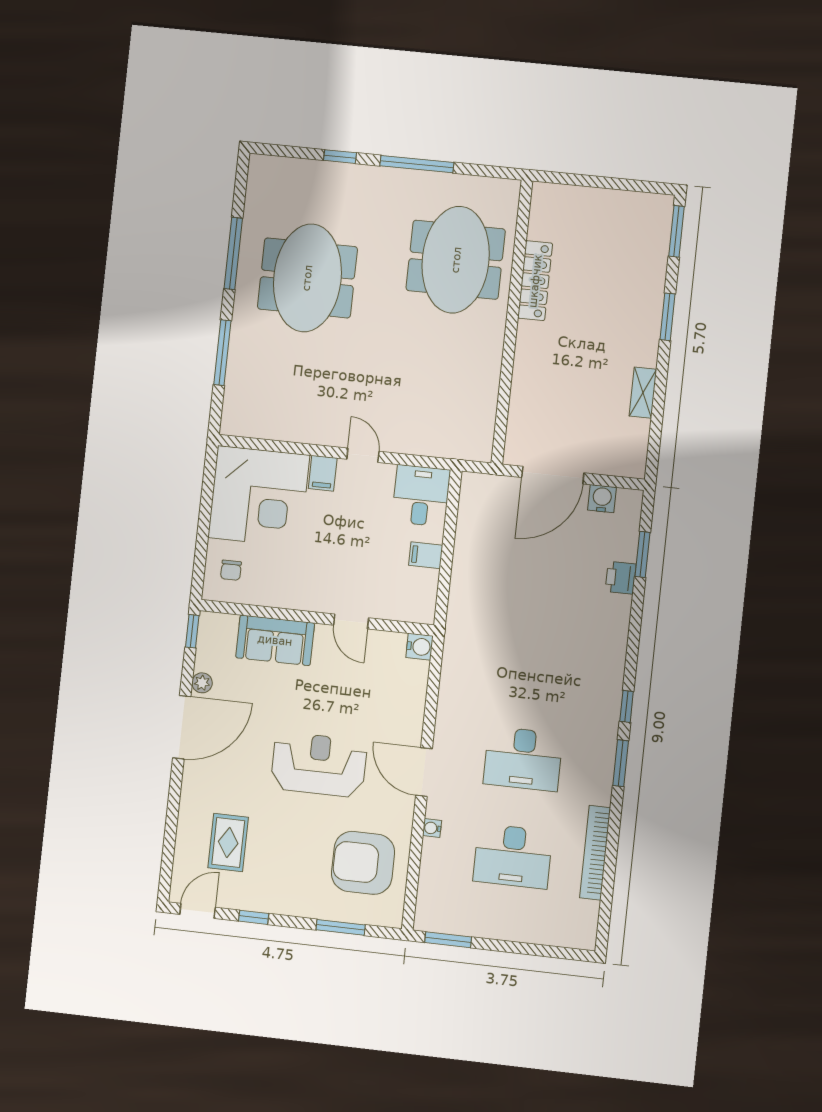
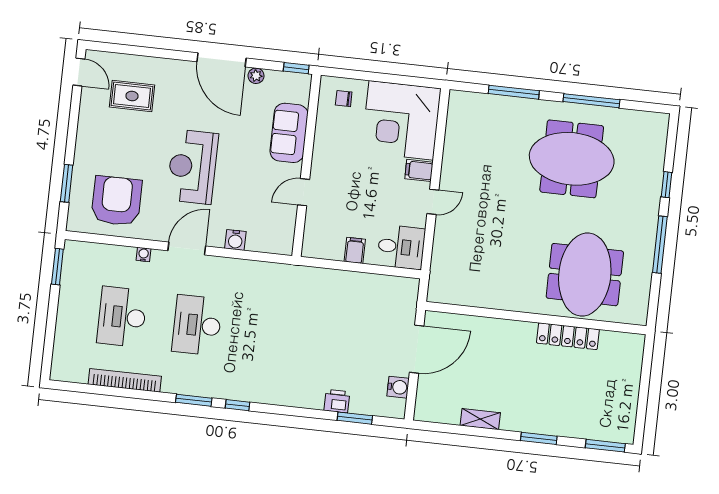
meeting table: (456, 260) -> (585, 275), turned 90
door: (553, 475) -> (417, 349), swing flipped
water cooler: (419, 647) -> (235, 240), moved
reception desk: (319, 765) -> (192, 167), turned 180
window: (254, 917) -> (74, 116), removed

